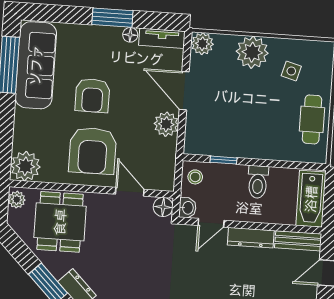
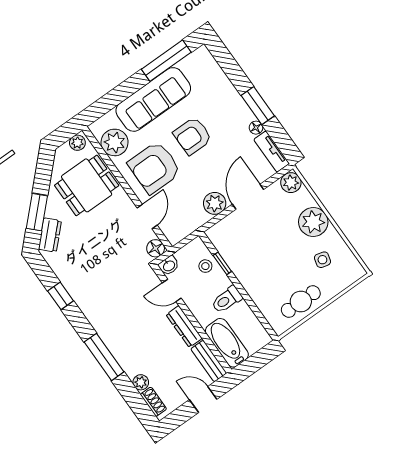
sofa: (36, 65) -> (153, 99), moved
plant: (25, 166) -> (115, 142), moved
stool: (195, 177) -> (205, 266), moved
bathtub: (311, 199) -> (227, 343), moved, turned 90

